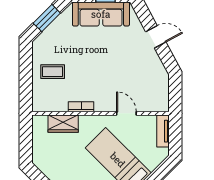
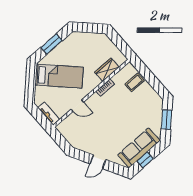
coffee table: (53, 72) -> (135, 82), moved

